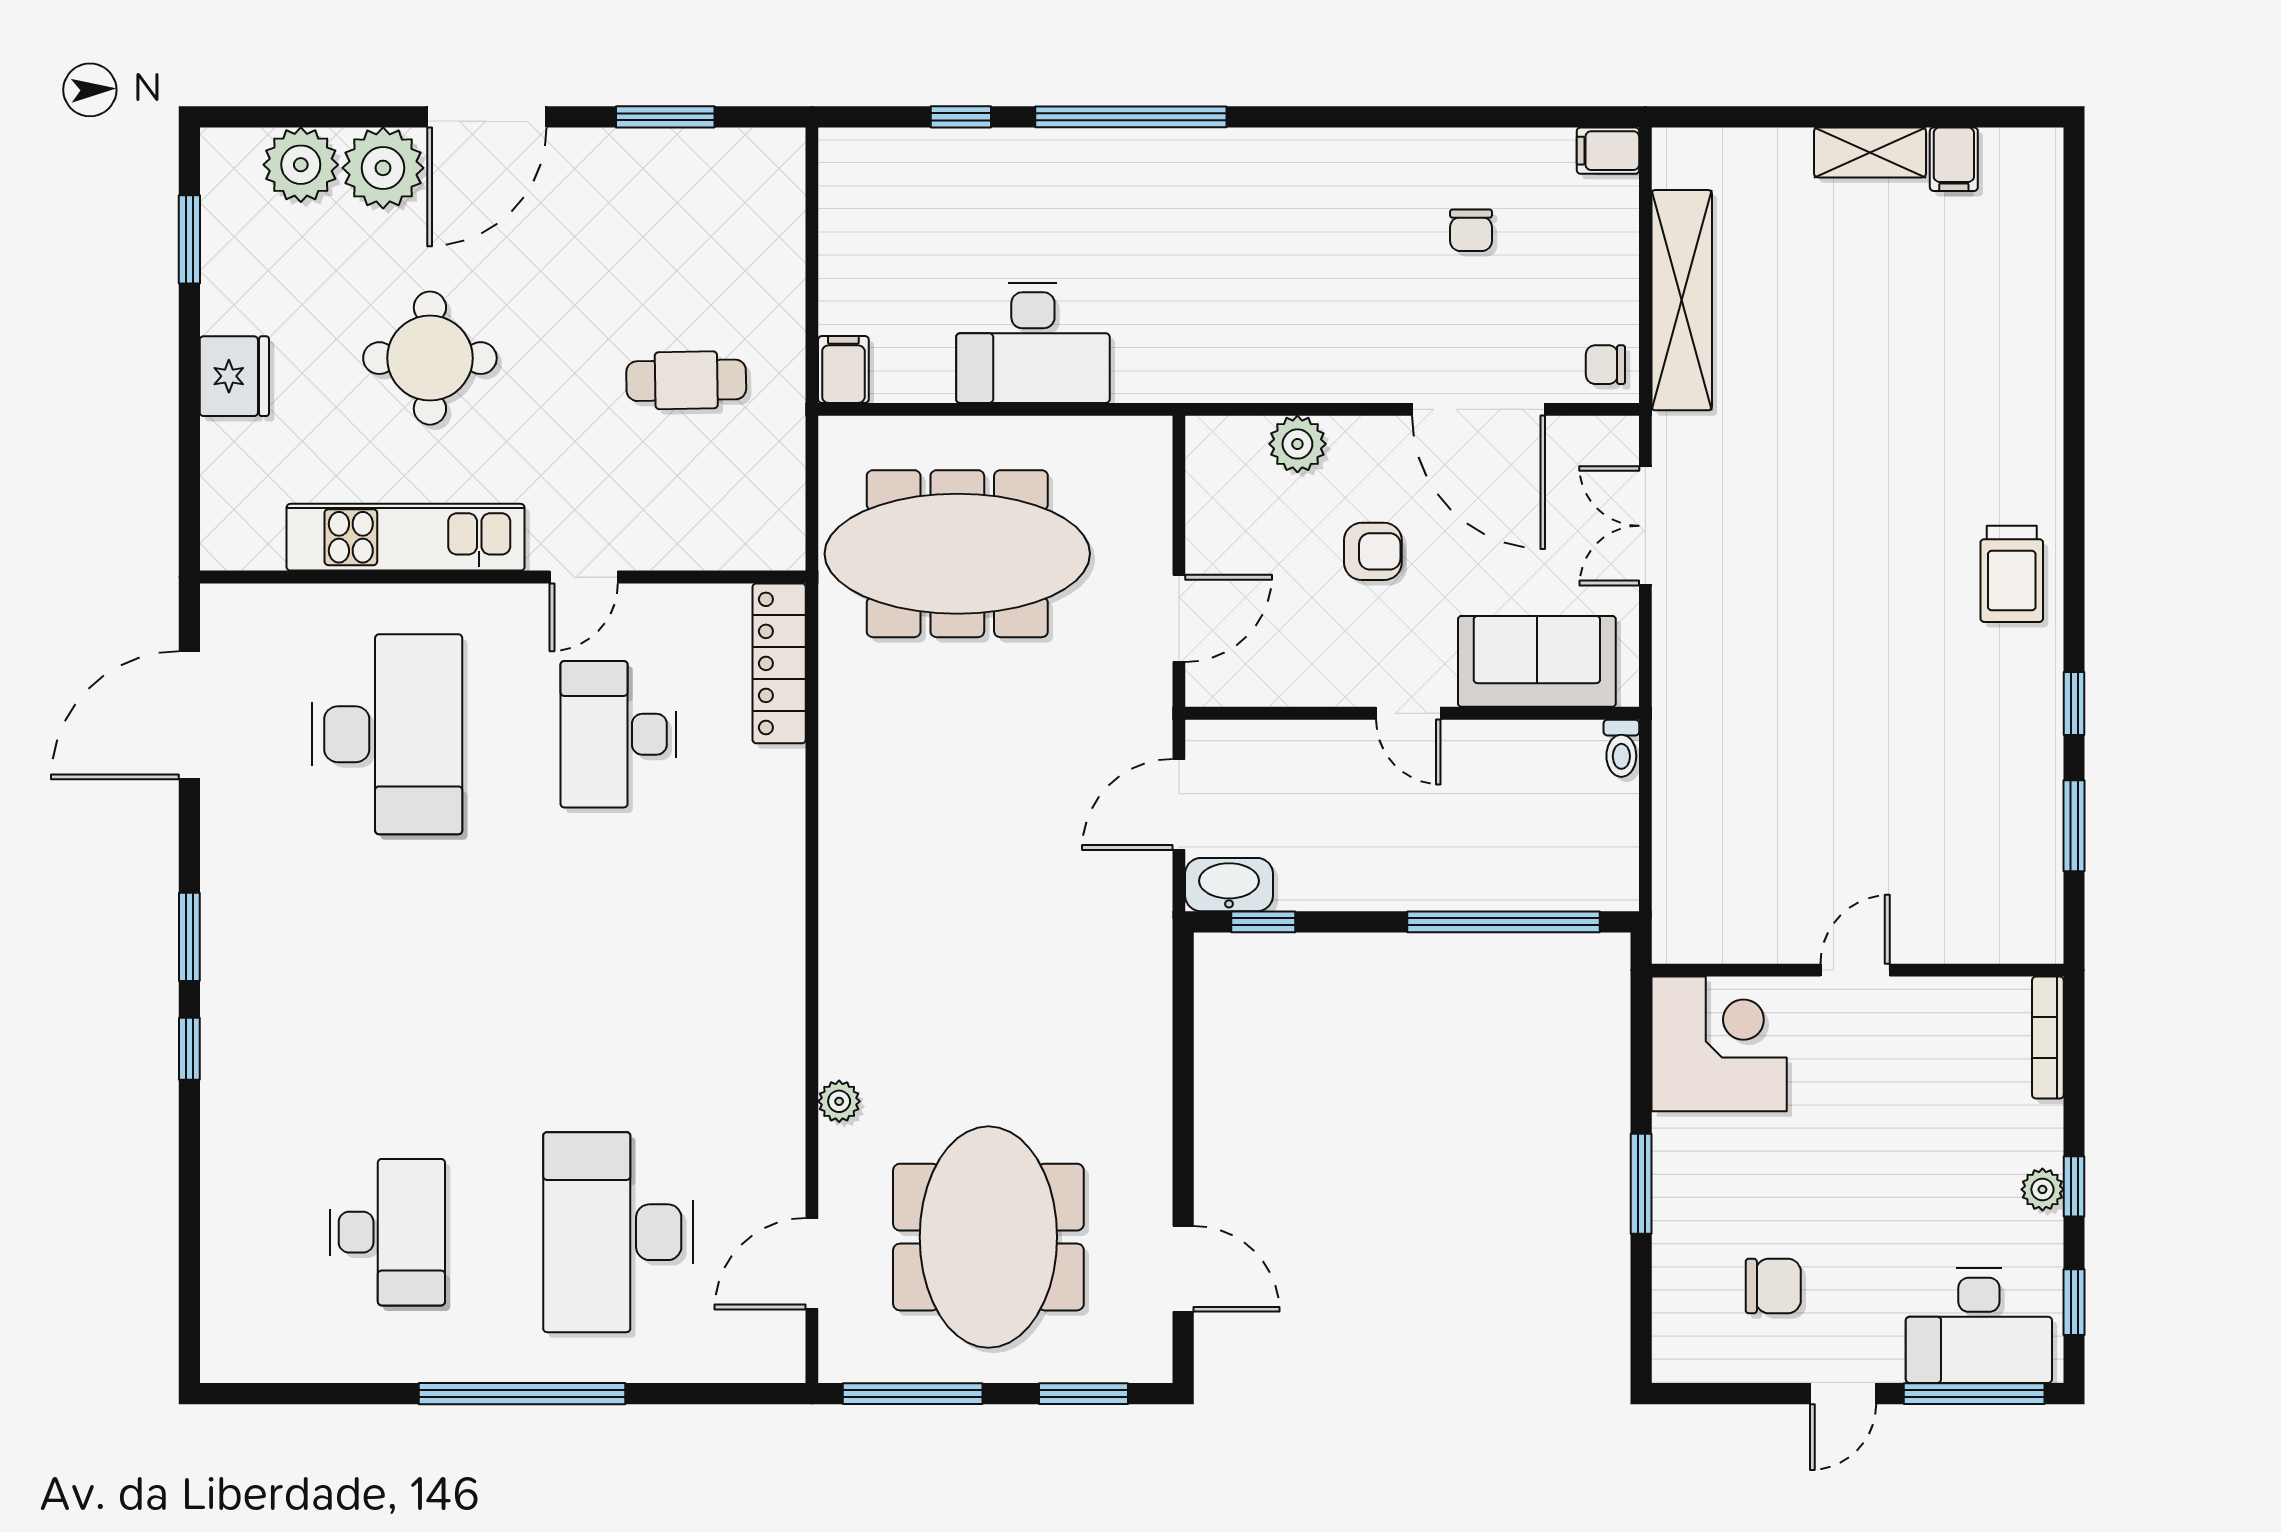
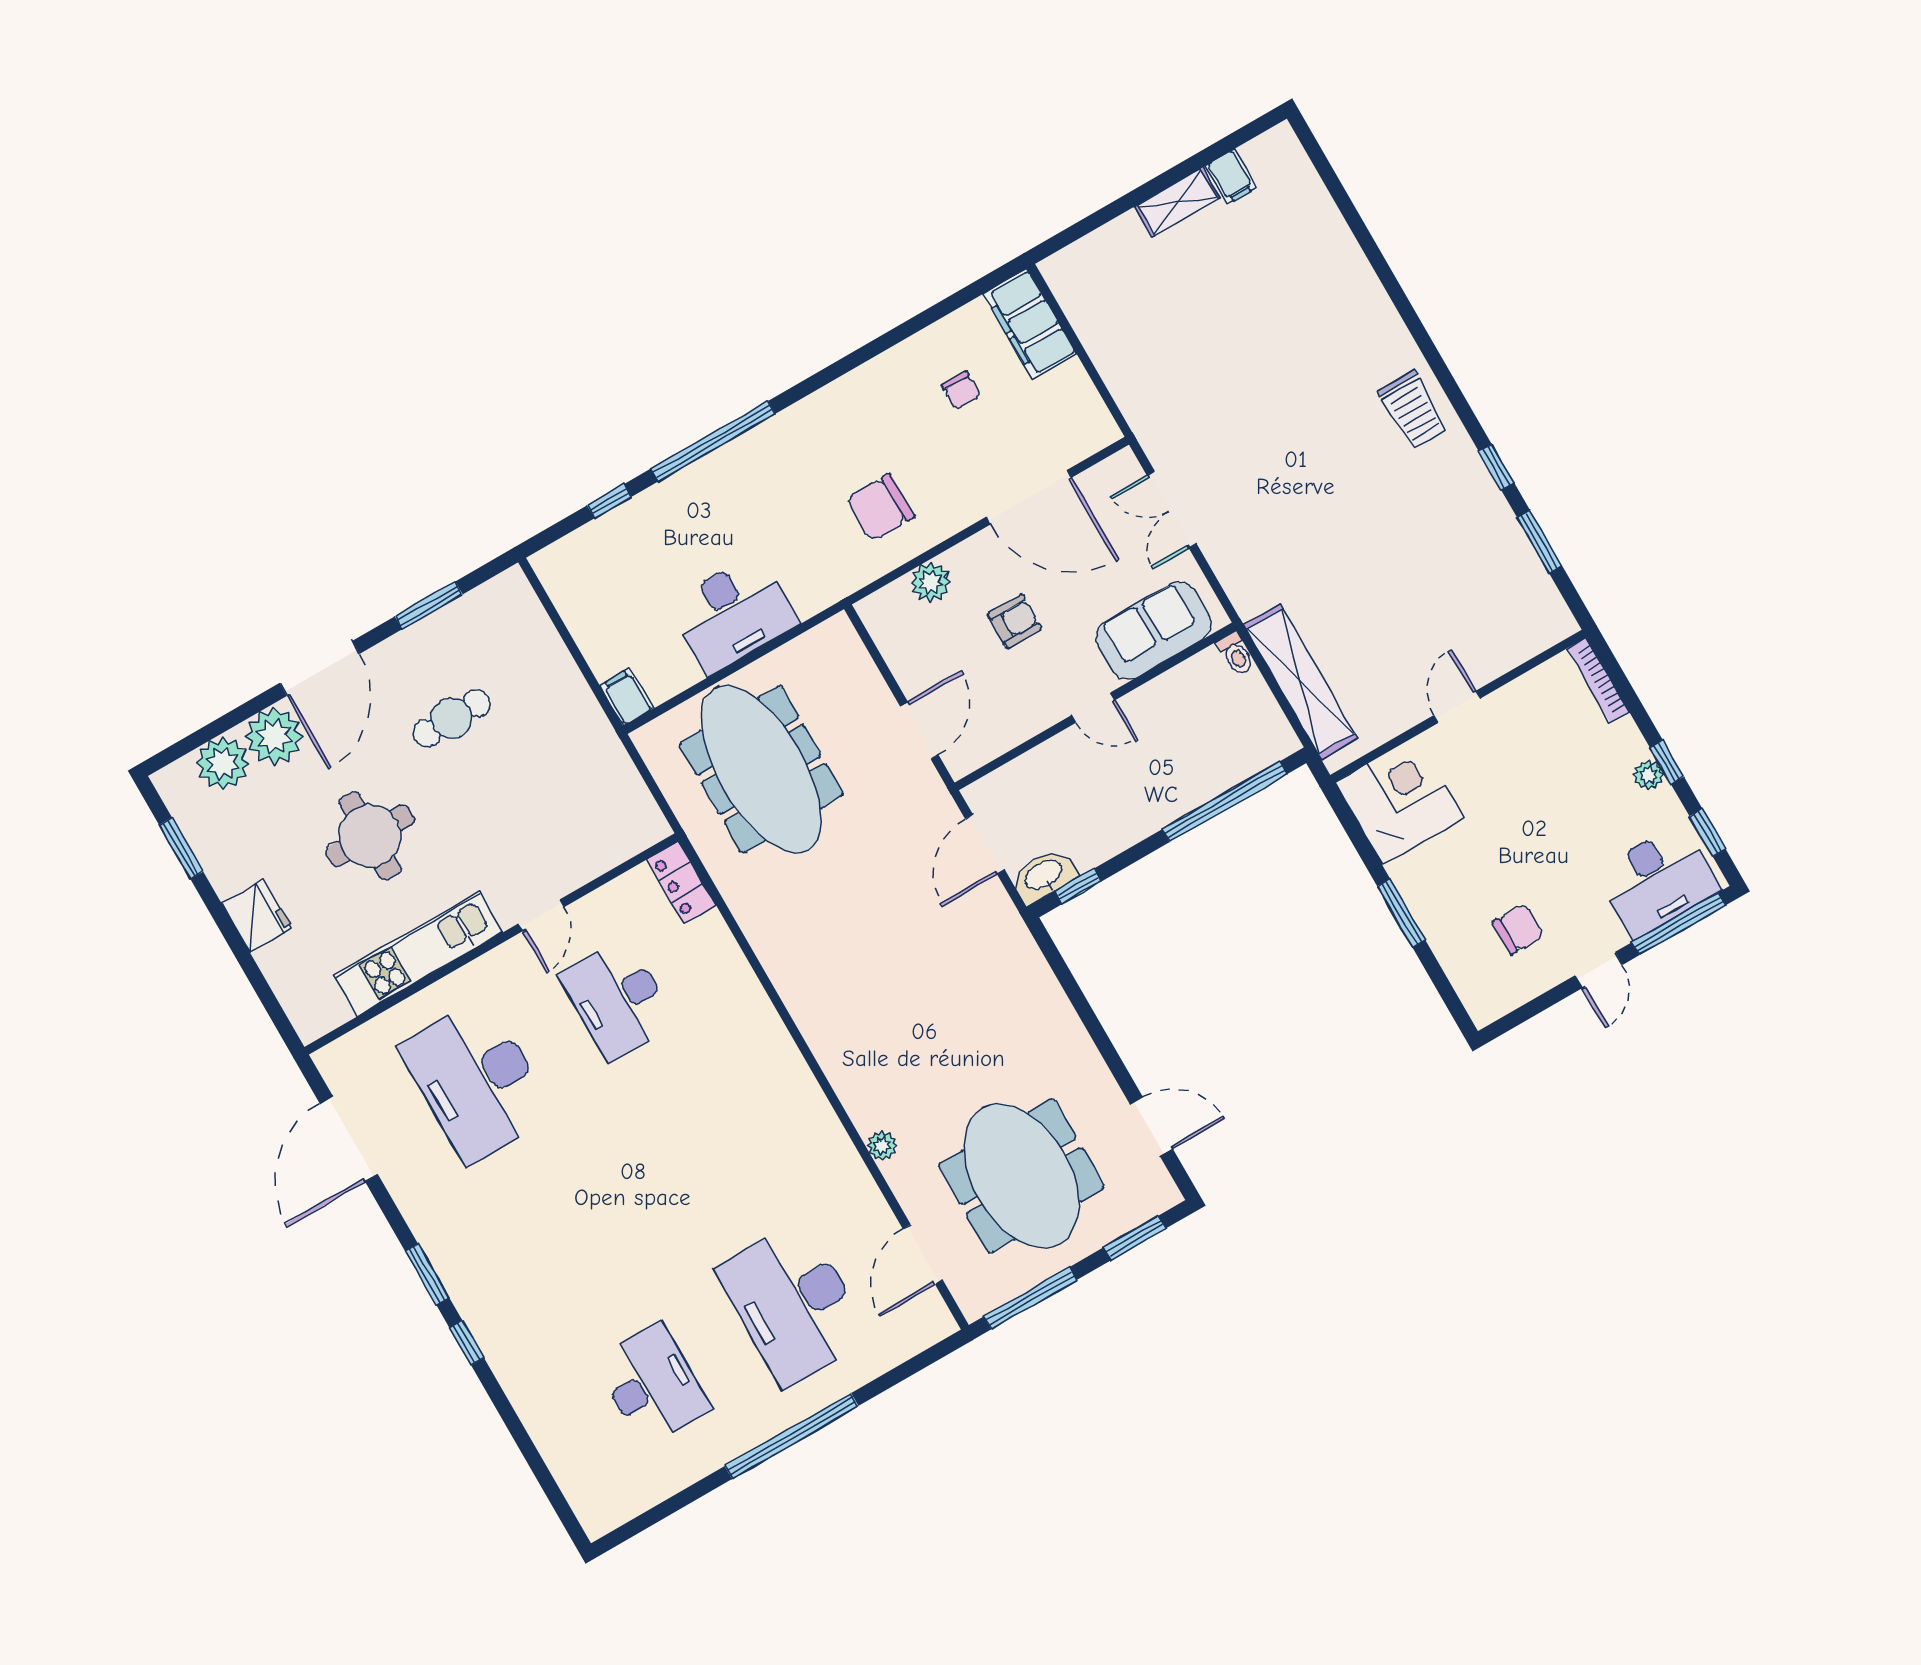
filing cabinet: (1608, 151) -> (1030, 324), width x3.00, depth x1.17
shelving: (1682, 300) -> (1301, 681), moved
chair: (1605, 365) -> (880, 508), moved, width x1.87, depth x1.87
cafe table: (686, 380) -> (452, 718), moved
meeting table: (957, 554) -> (761, 769), turned 90
locker: (779, 663) -> (681, 882), width x0.66
desk: (387, 734) -> (477, 1081), turned 180

